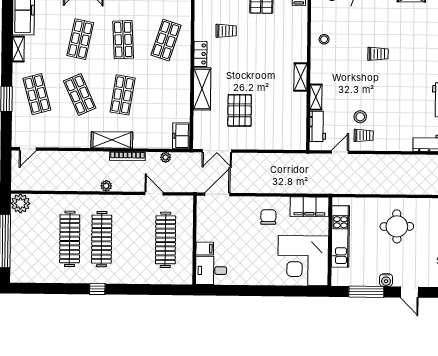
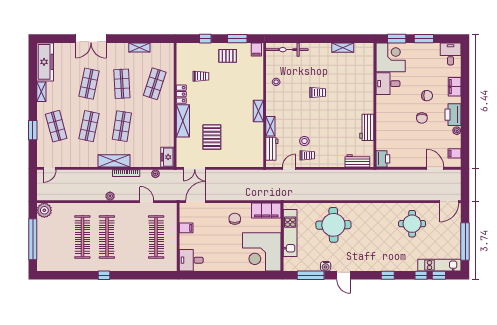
shop shelf: (80, 94) -> (89, 126), turned 36
round table: (397, 226) -> (333, 225), width x1.36, depth x1.36
filing cabinet: (205, 249) -> (186, 228), moved

